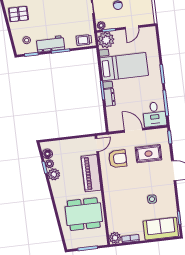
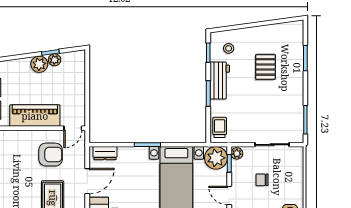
pallet: (18, 14) -> (265, 67), moved
dresser: (109, 97) -> (105, 153), moved
door: (97, 145) -> (73, 128), hinge flipped
floor lamp: (47, 154) -> (69, 59), removed
armchair: (118, 159) -> (51, 155), turned -90

